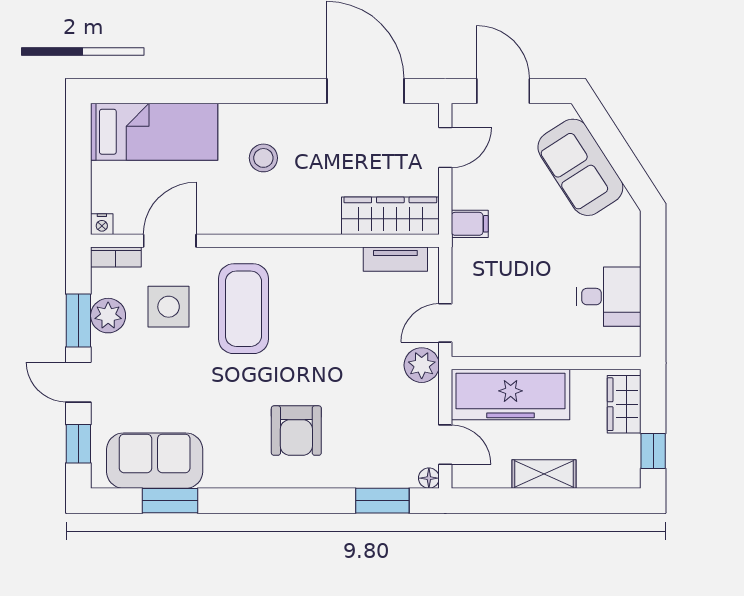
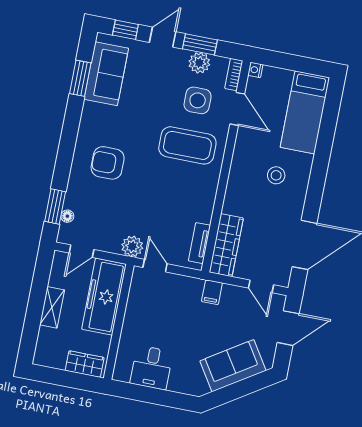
window: (653, 451) -> (53, 376), removed
floor lamp: (429, 478) -> (67, 216), moved

